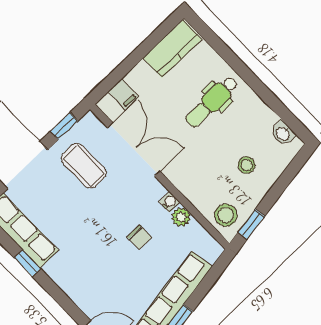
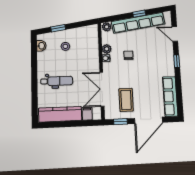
kitchen counter: (172, 49) -> (60, 114), width x1.50
stool: (226, 215) -> (90, 35), removed
window: (251, 224) -> (58, 28), moved
plant: (212, 251) -> (107, 27), added
window: (28, 263) -> (177, 61), moved

